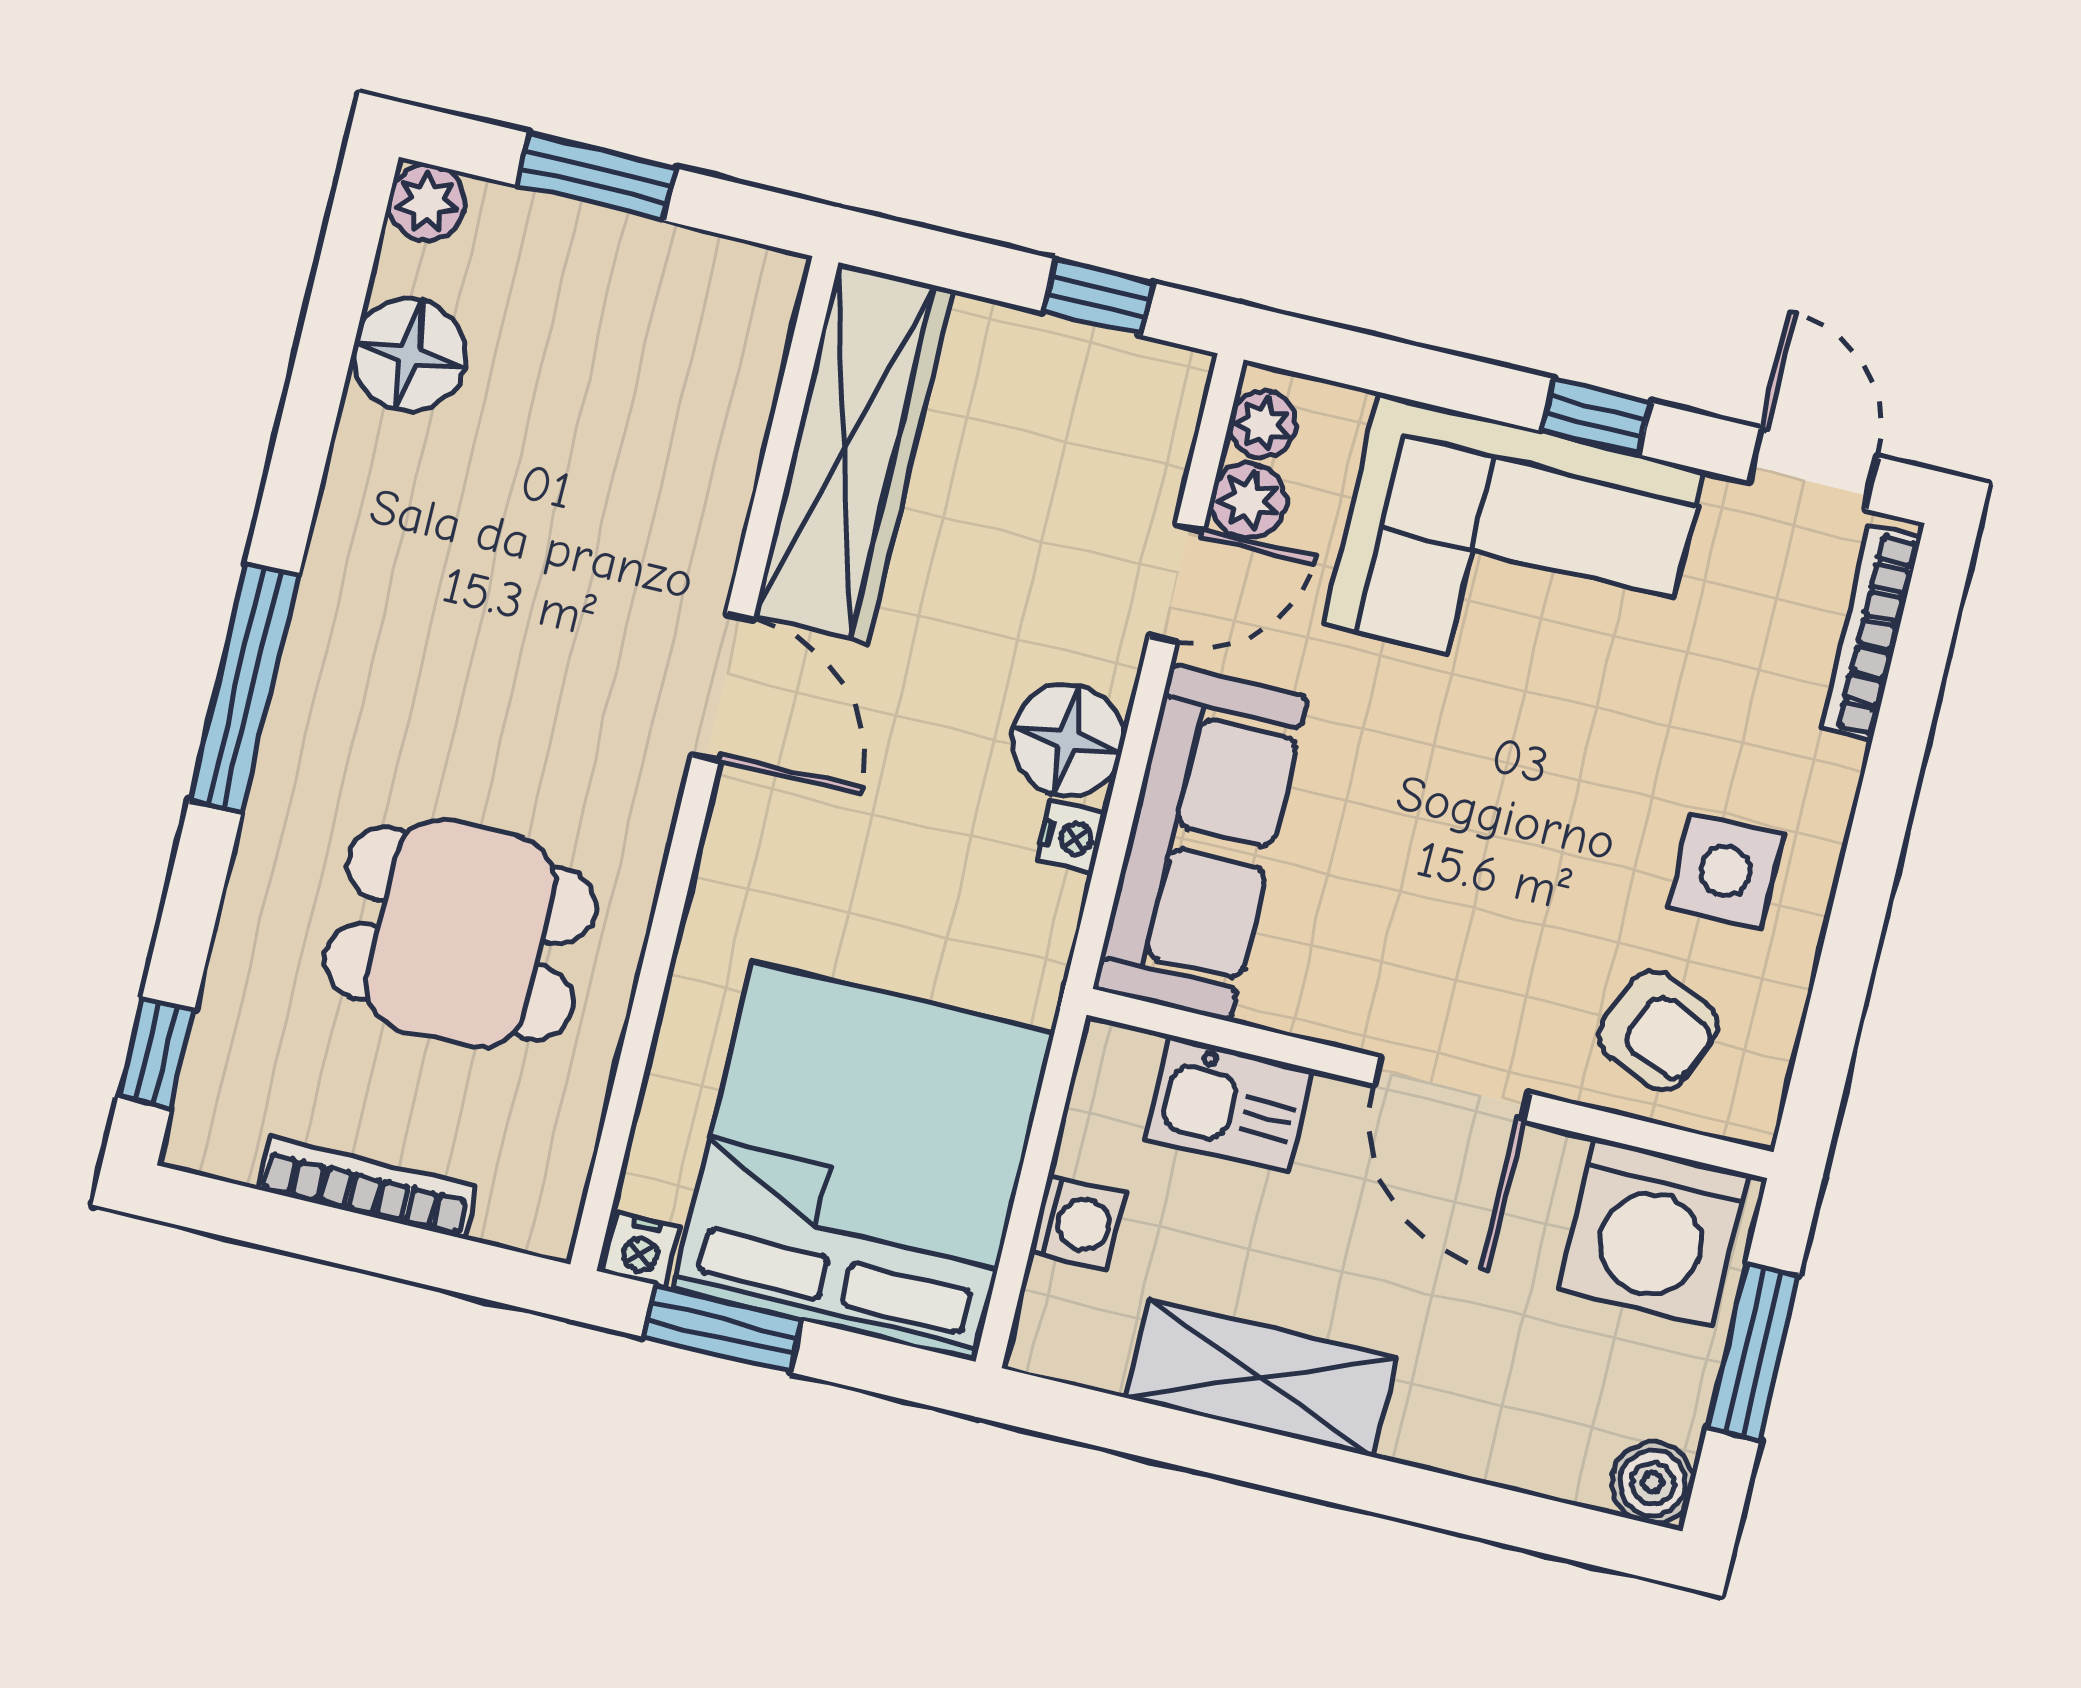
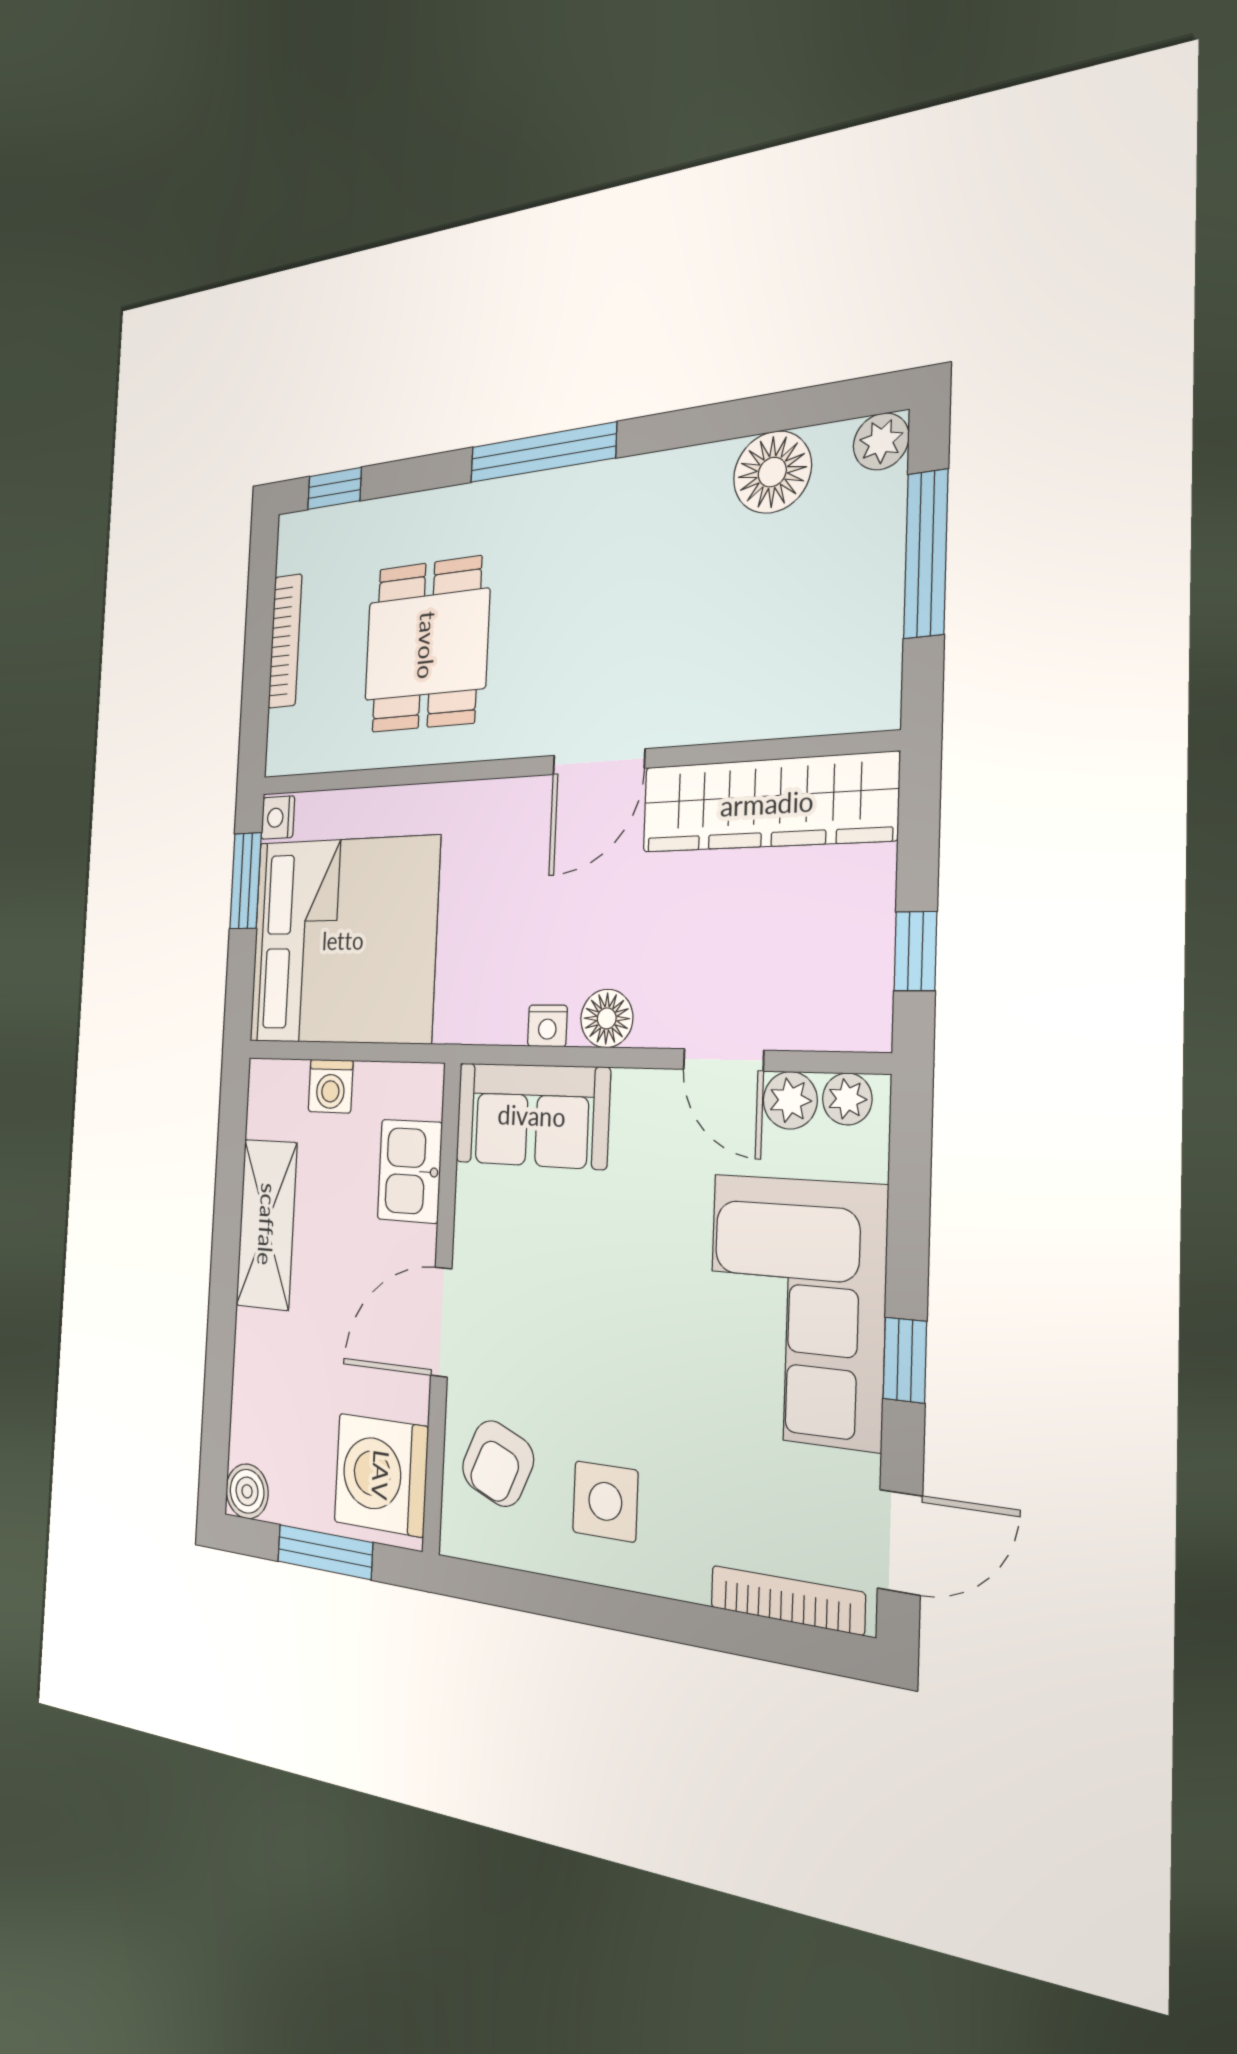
window: (596, 177) -> (926, 554), width x1.44
floor lamp: (1067, 740) -> (607, 1018), width x0.73, depth x0.73
sofa: (1201, 843) -> (532, 1115), width x0.73

